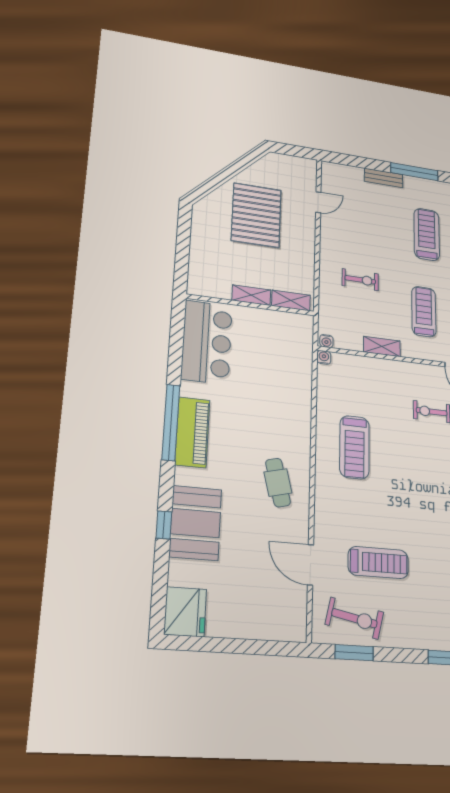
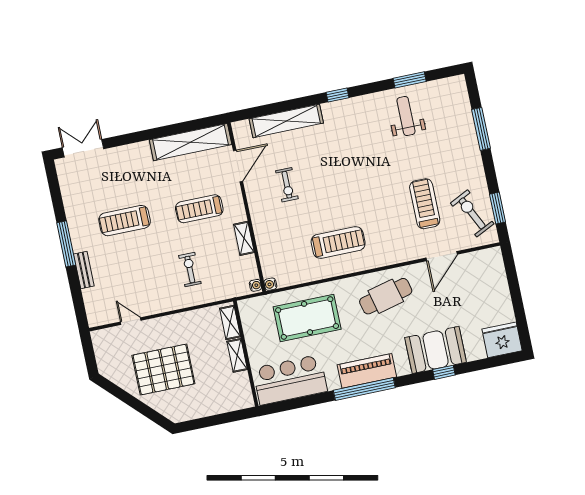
pool table: (275, 384) -> (307, 318), added
cafe table: (278, 483) -> (386, 296), width x1.37, depth x1.35
exercise bike: (354, 618) -> (472, 213), turned -38

